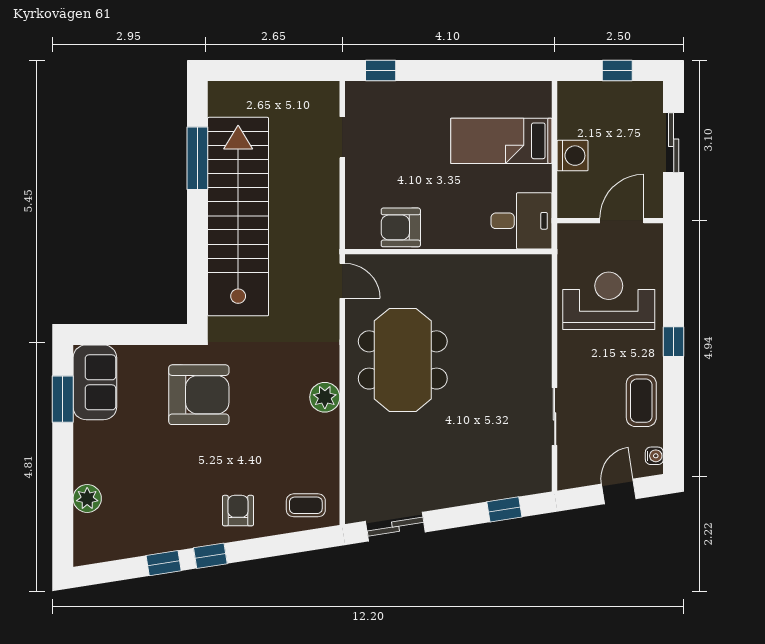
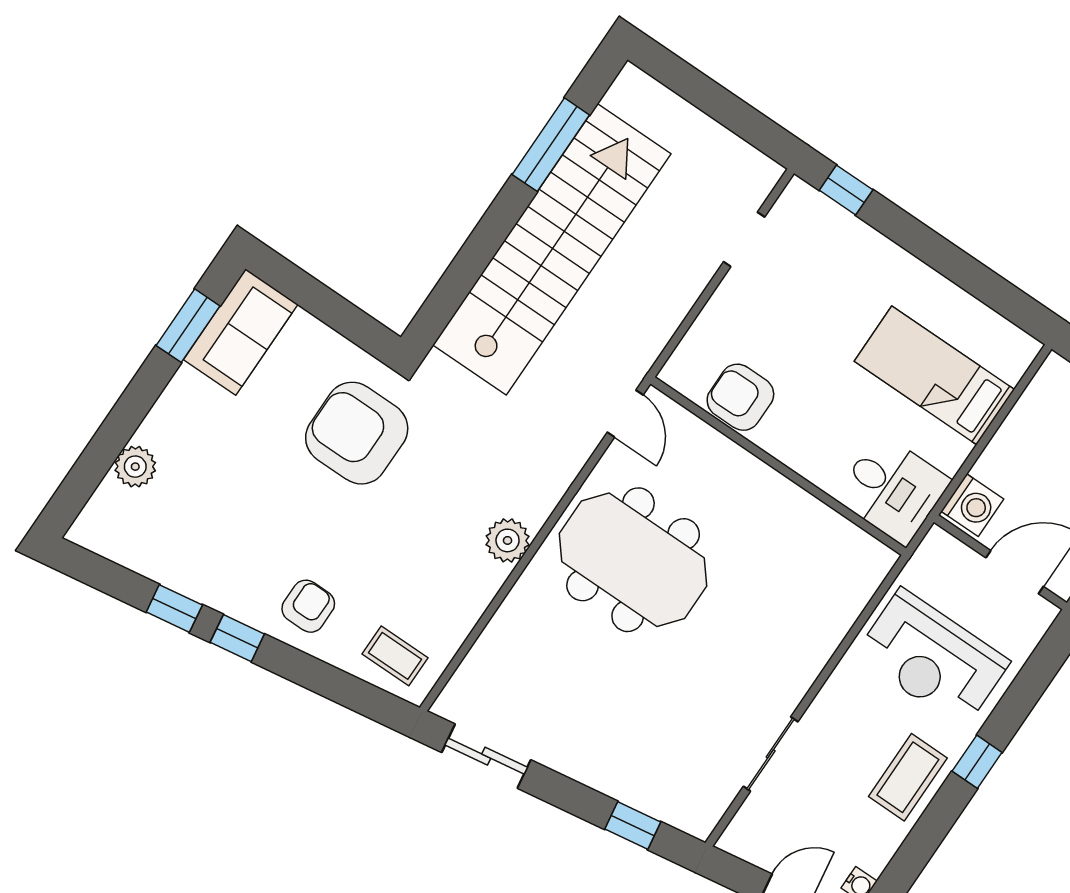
washing machine: (573, 156) -> (972, 505), moved
reception desk: (609, 301) -> (932, 658), turned 180
meeting table: (403, 360) -> (633, 560), turned 90
armchair: (199, 395) -> (357, 433), turned 180
coffee table: (641, 401) -> (908, 777), moved

